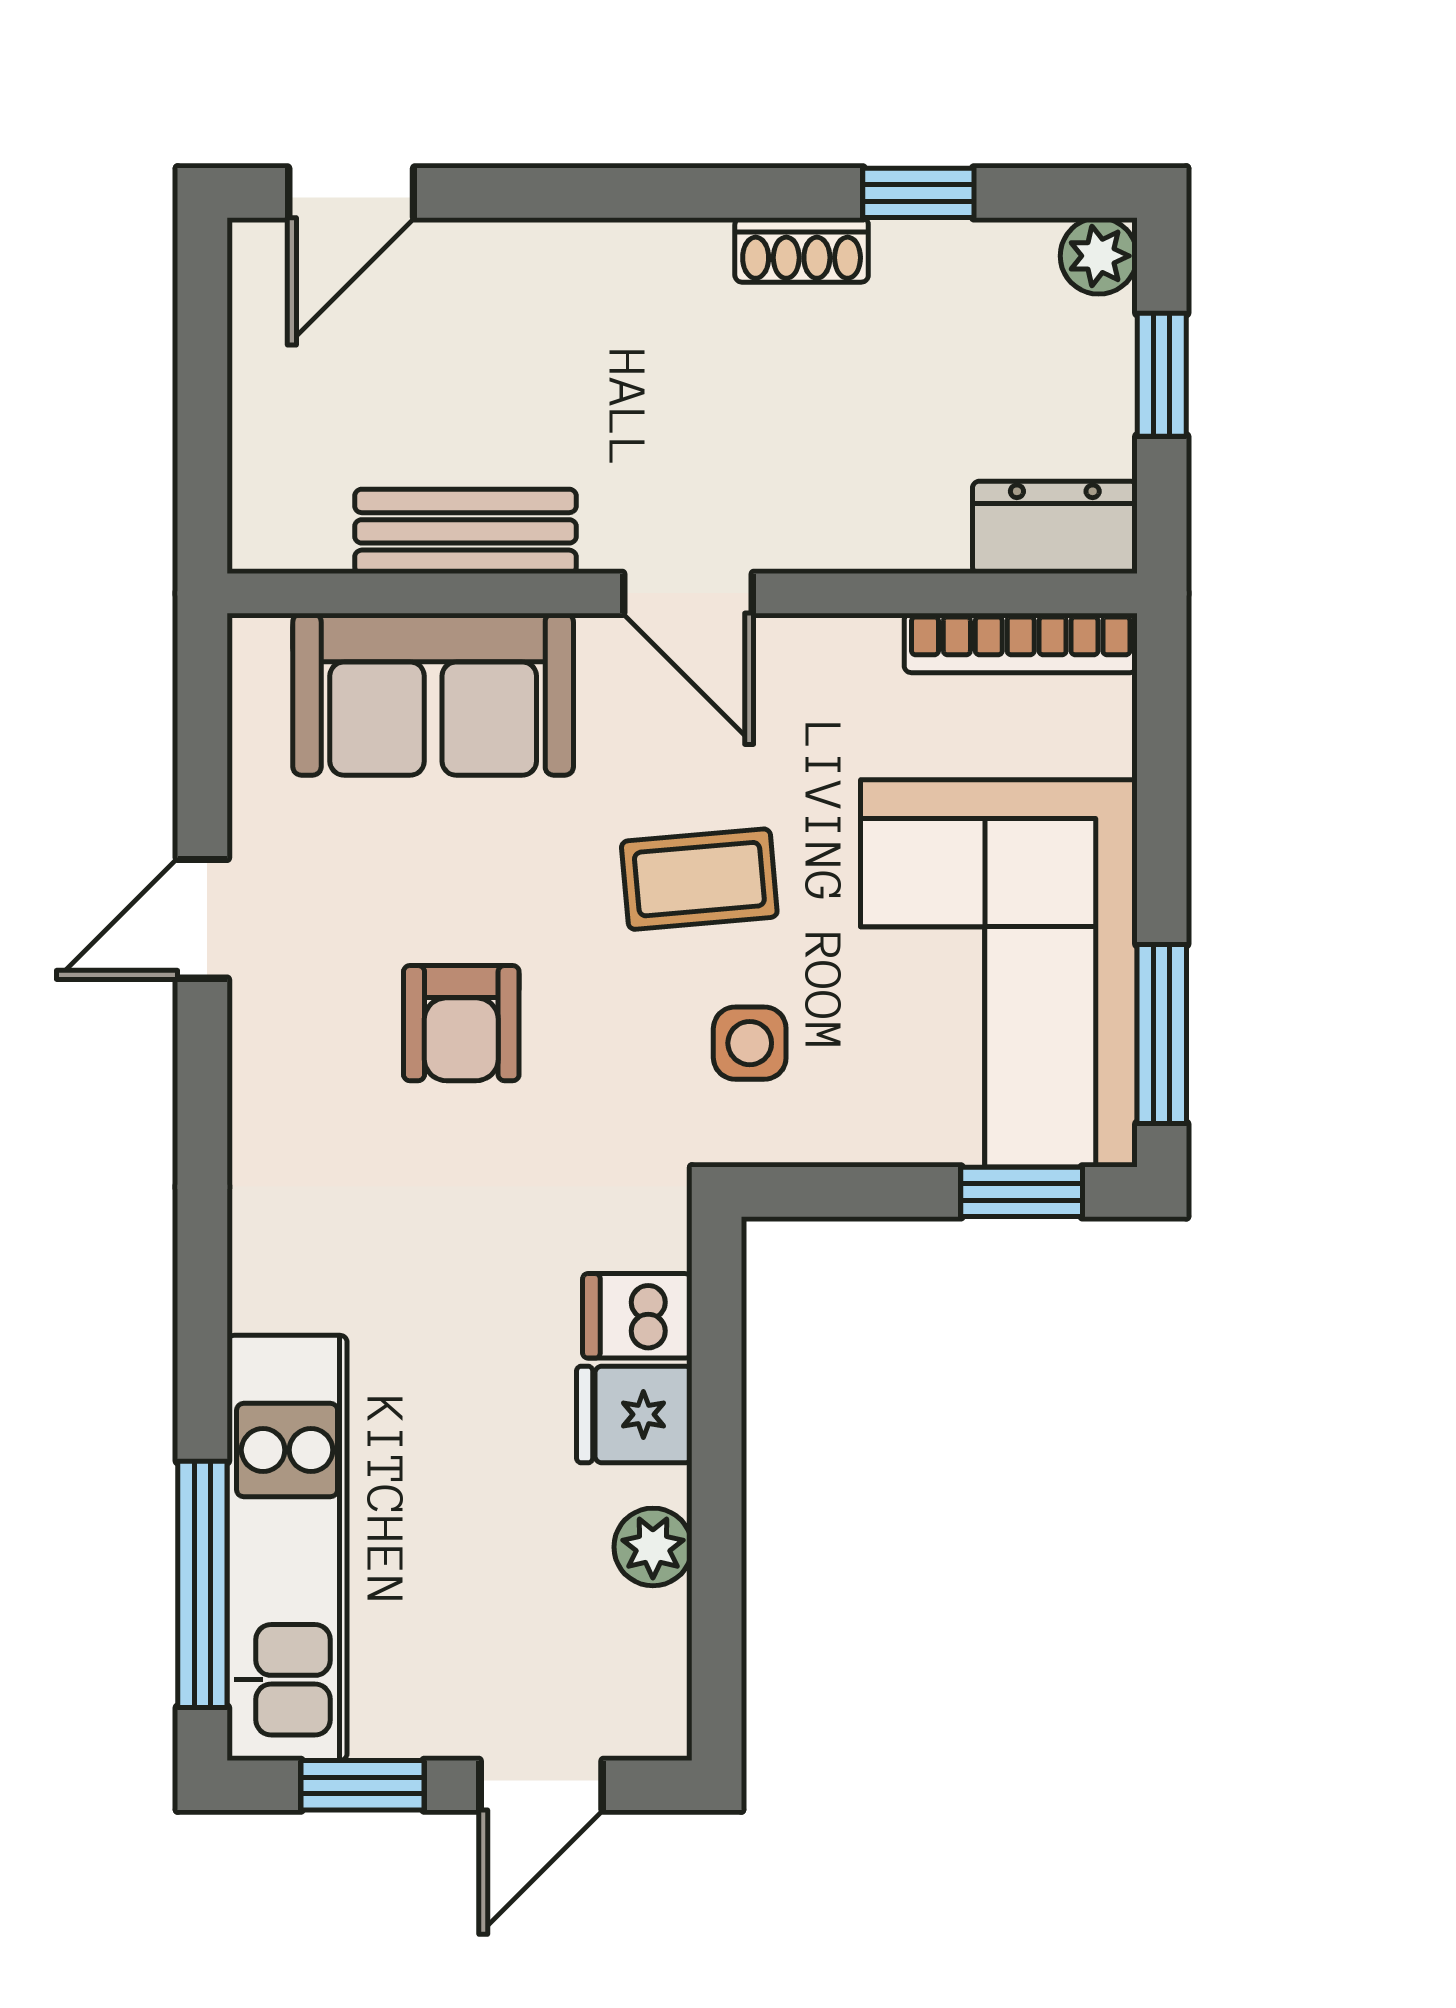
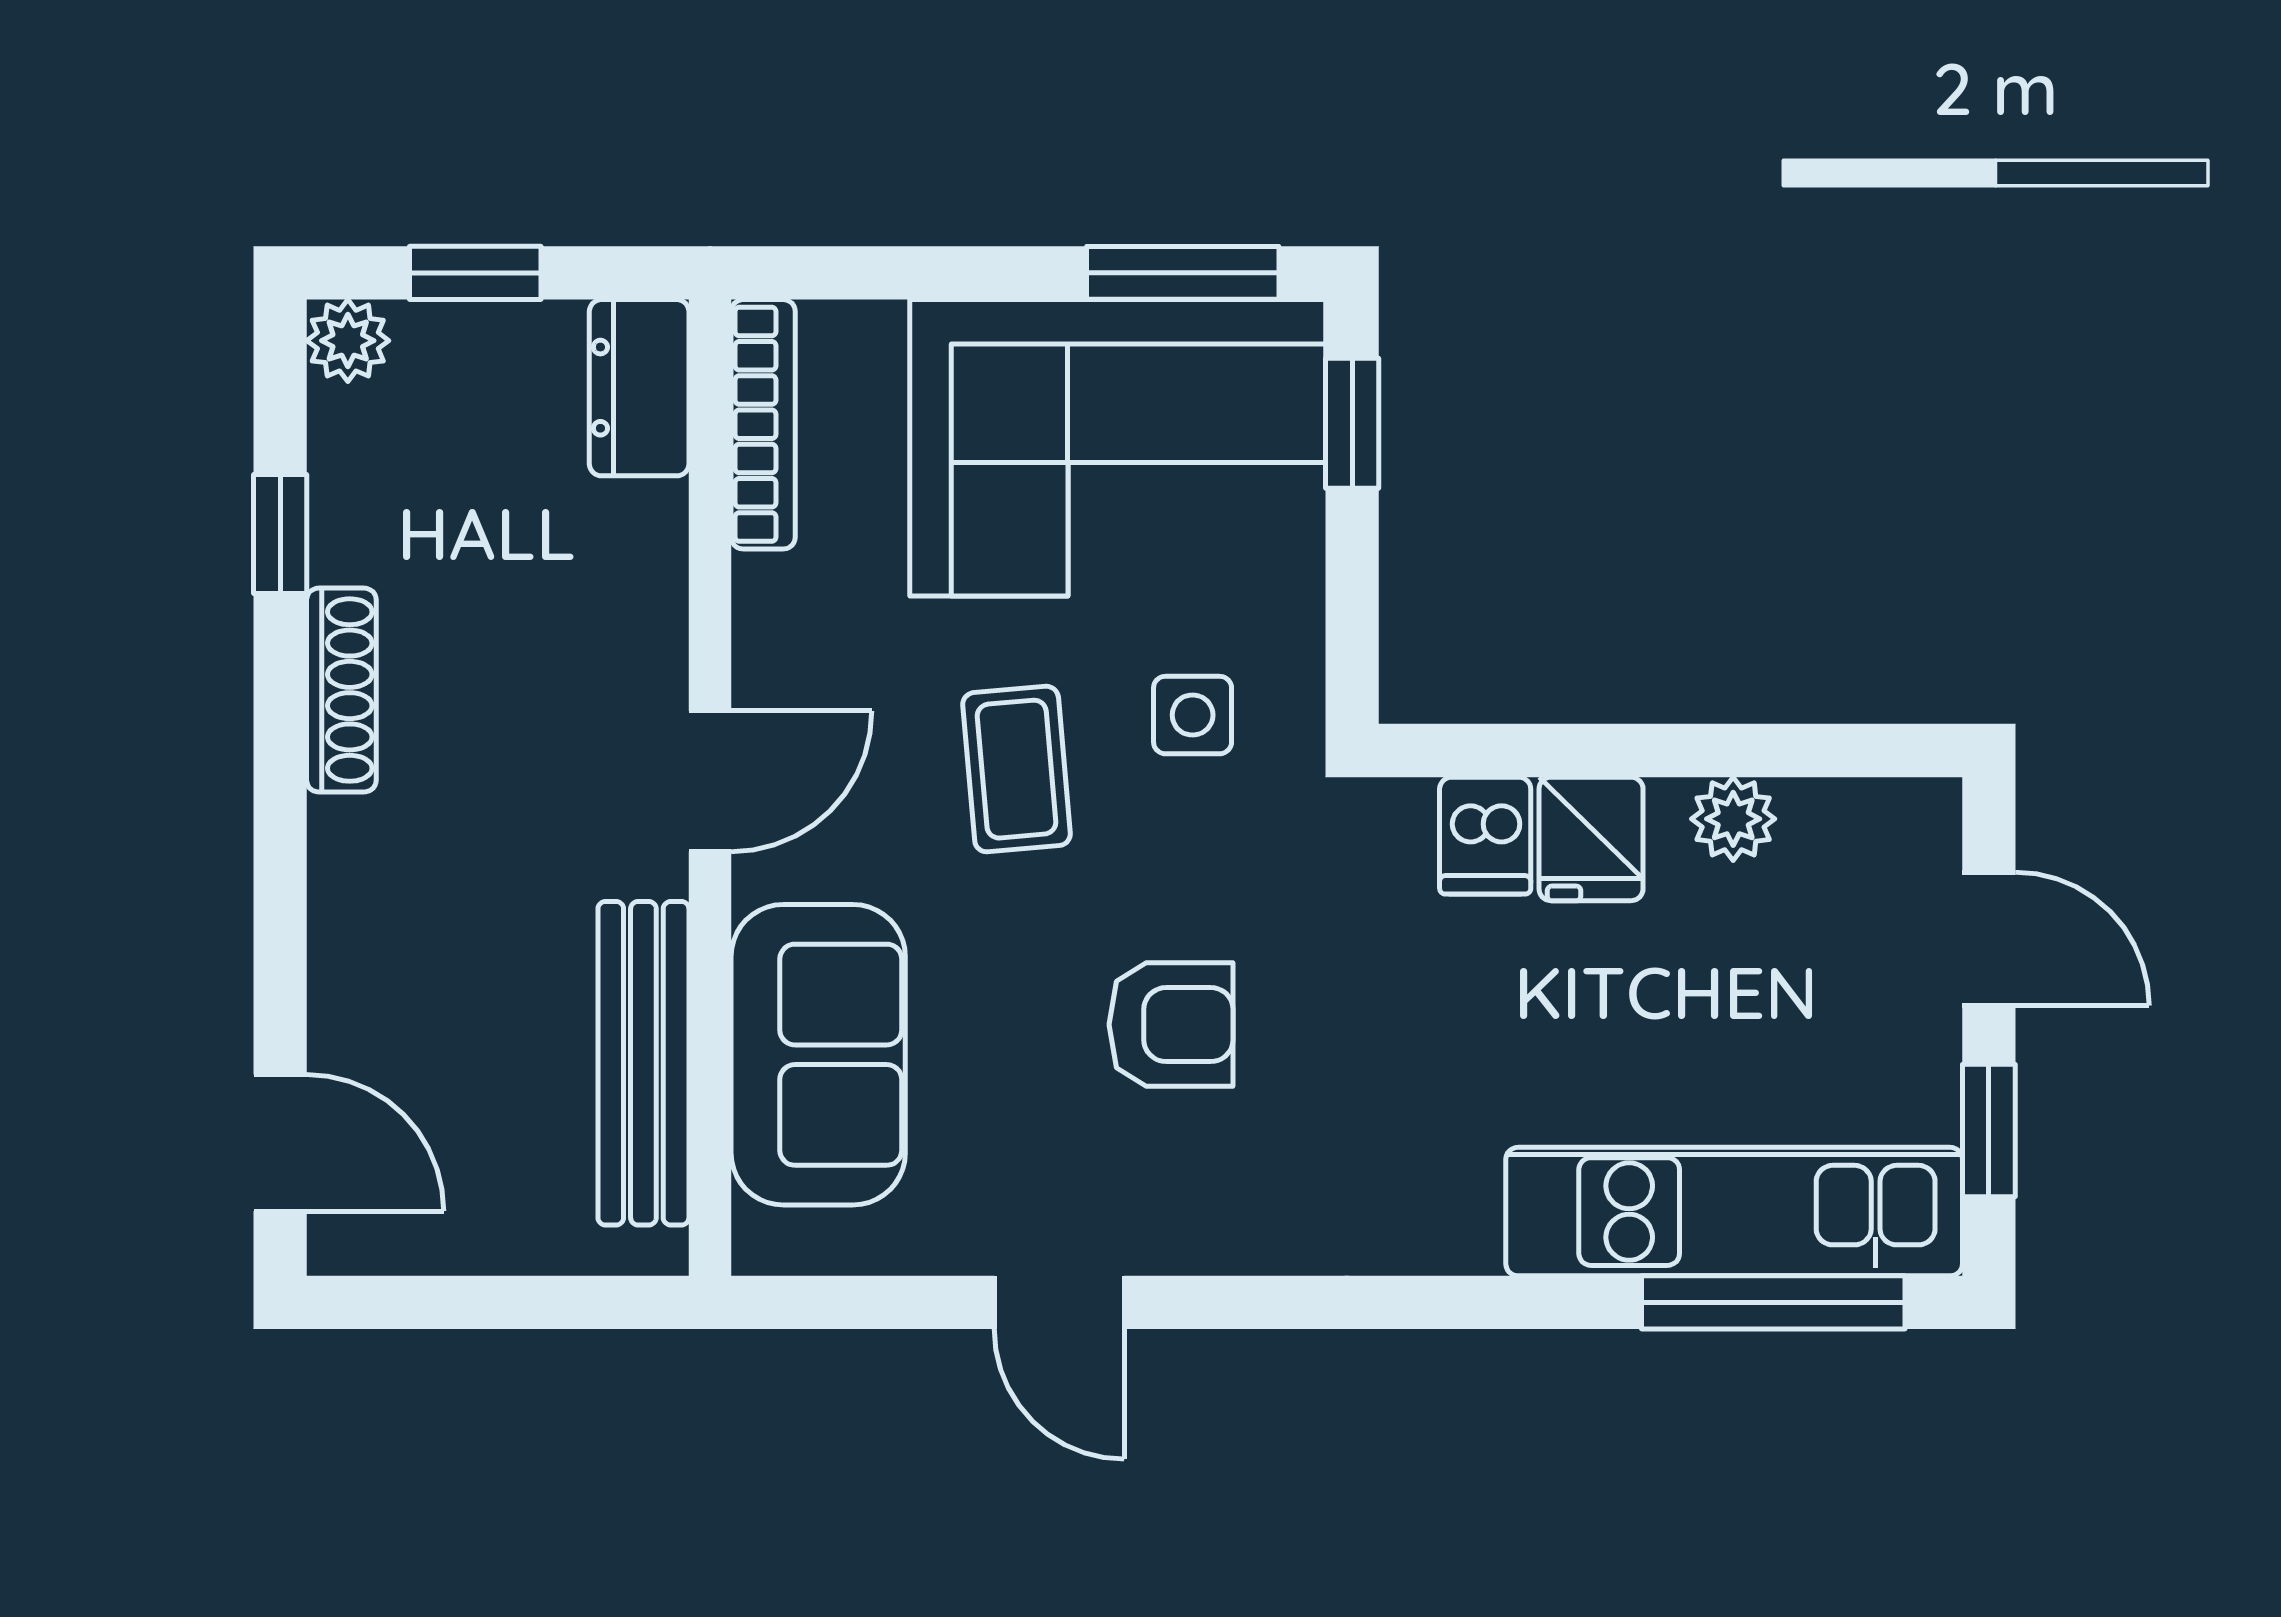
shoe rack: (802, 250) -> (341, 690), width x1.43
bench: (465, 531) -> (643, 1063), width x1.36

